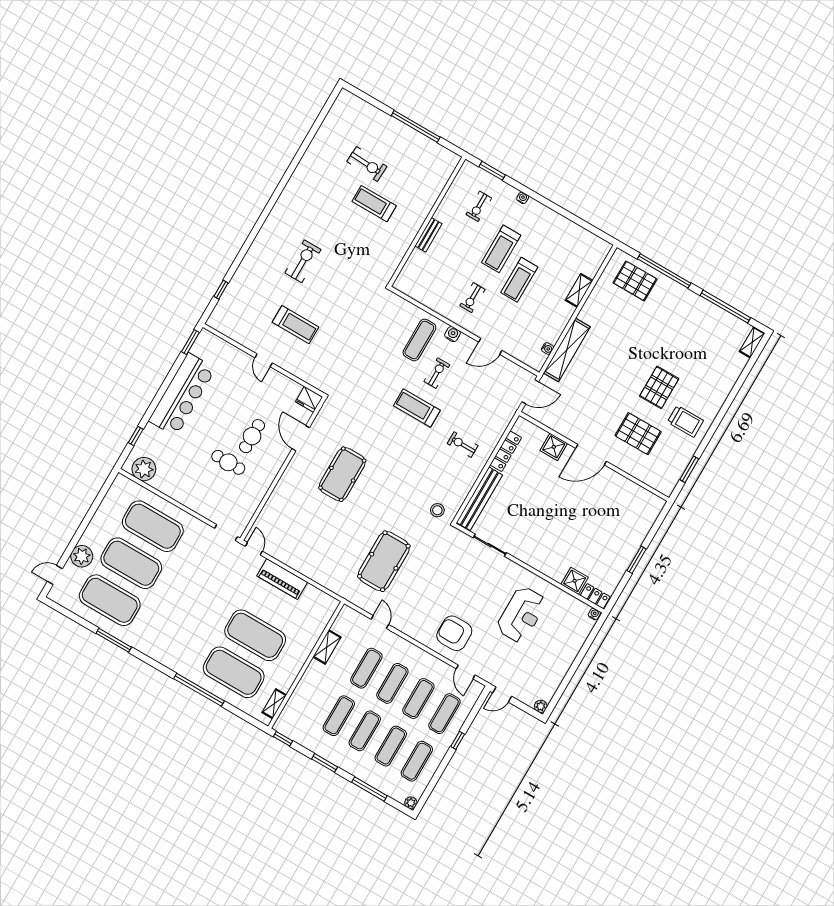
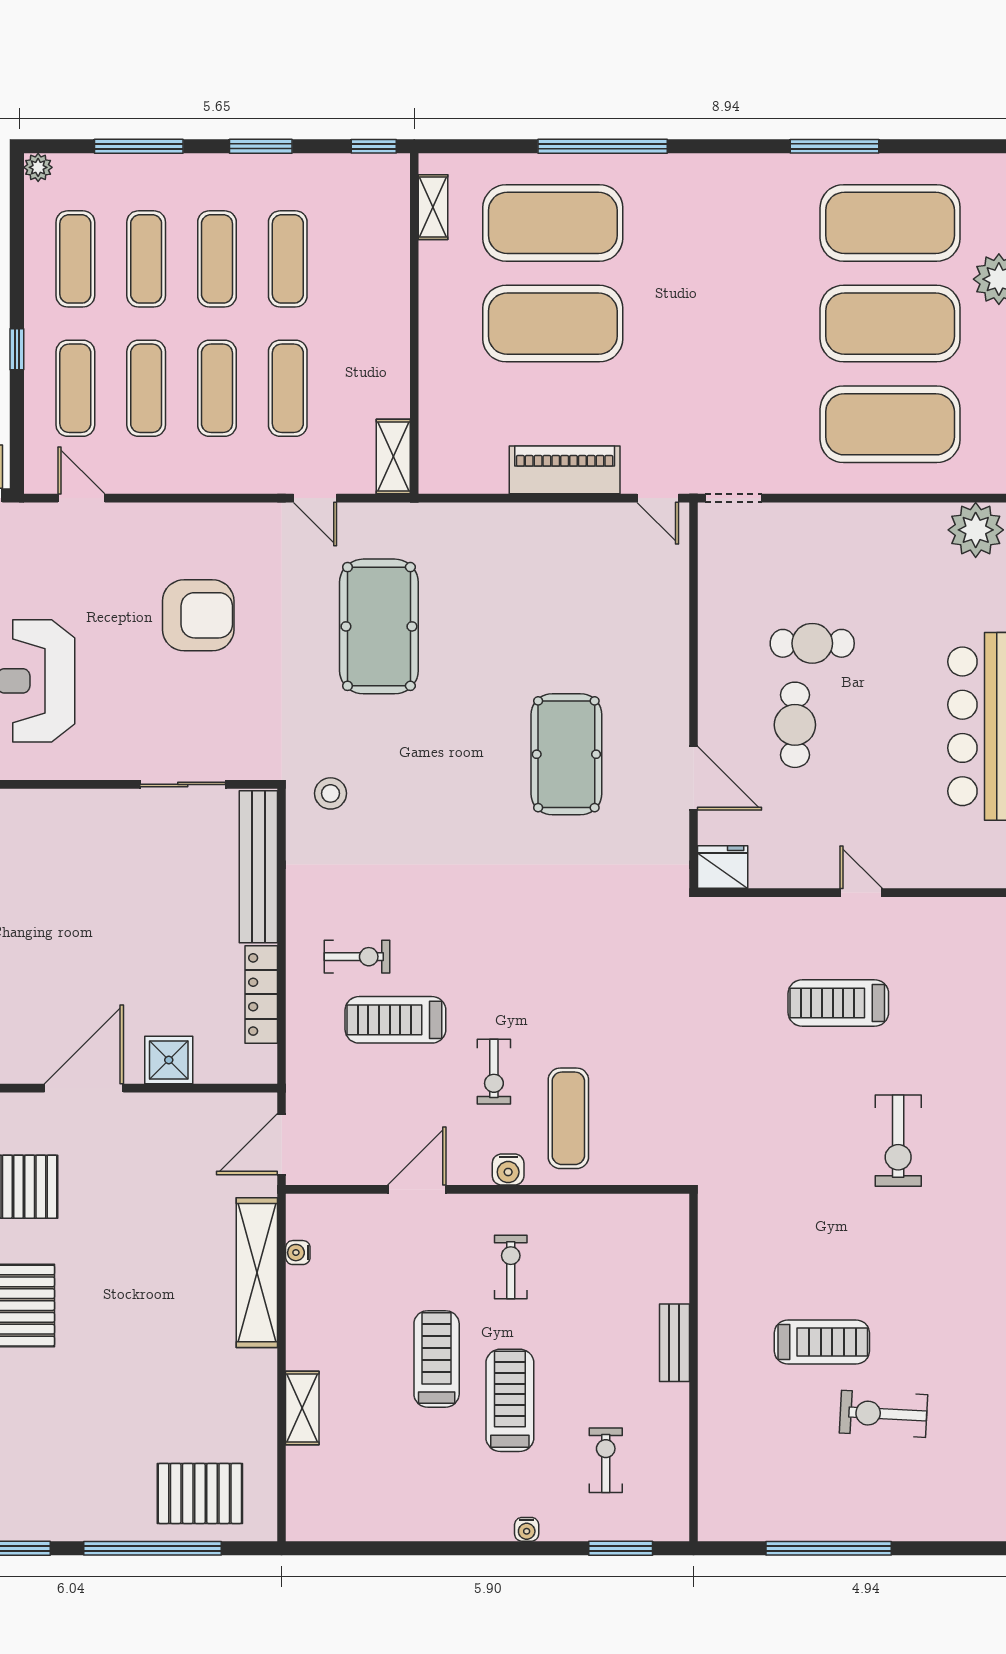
treadmill: (417, 408) -> (395, 1020), moved, turned 180
armchair: (454, 633) -> (198, 615), moved
shelving: (327, 647) -> (393, 457), moved

